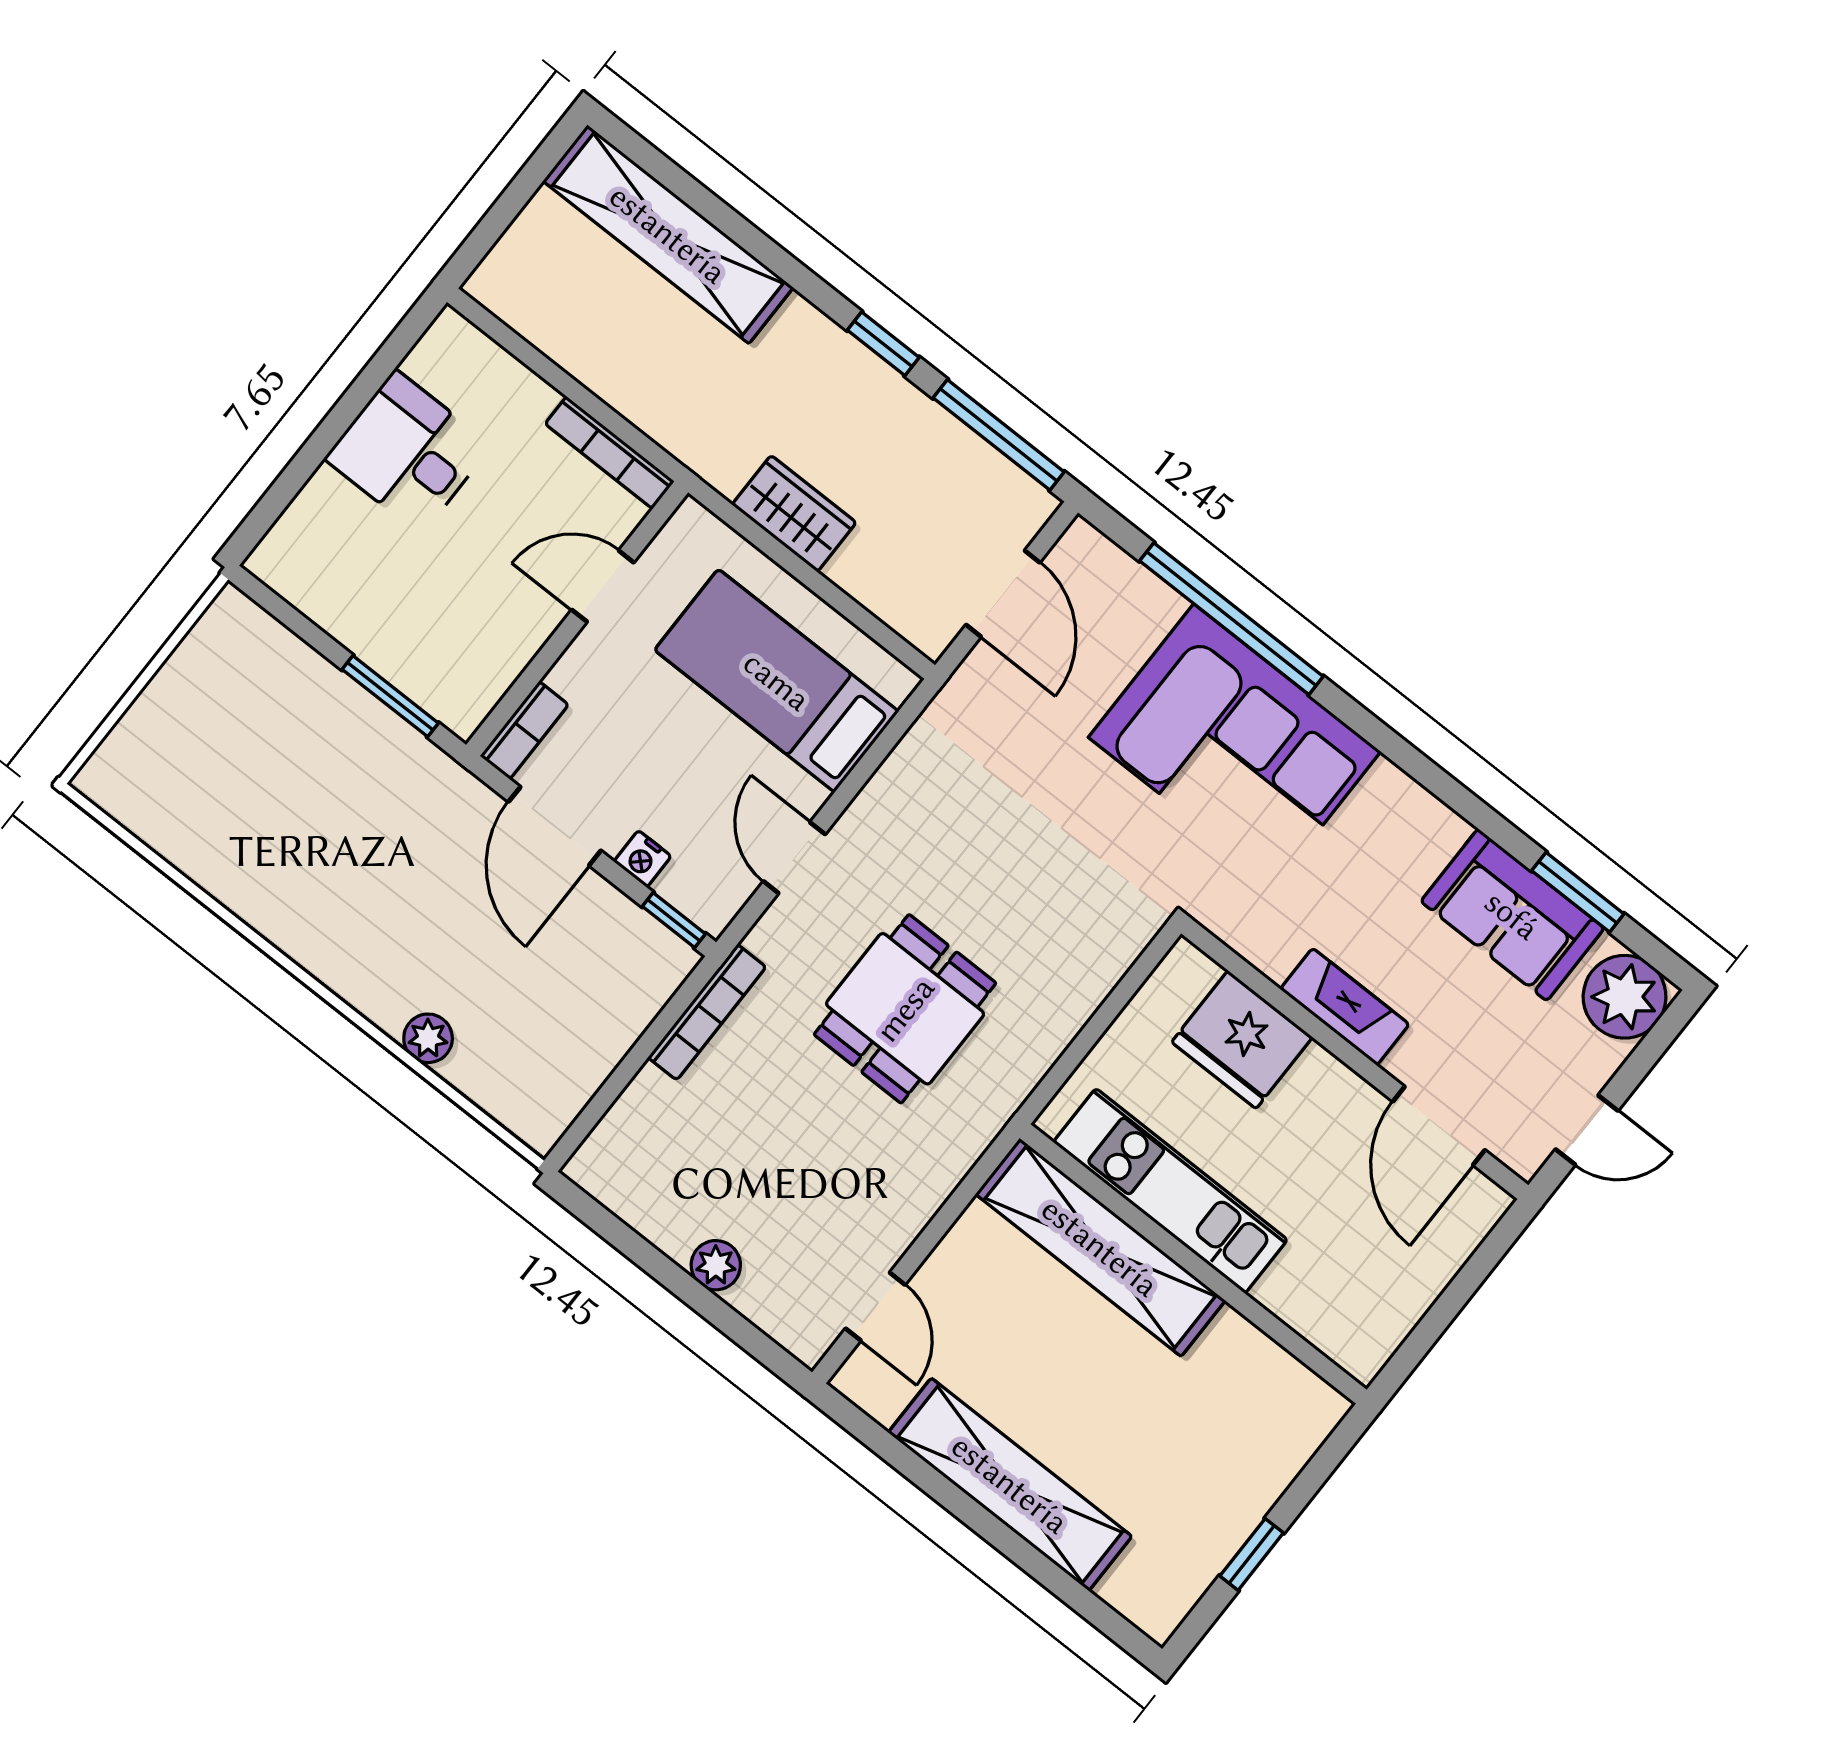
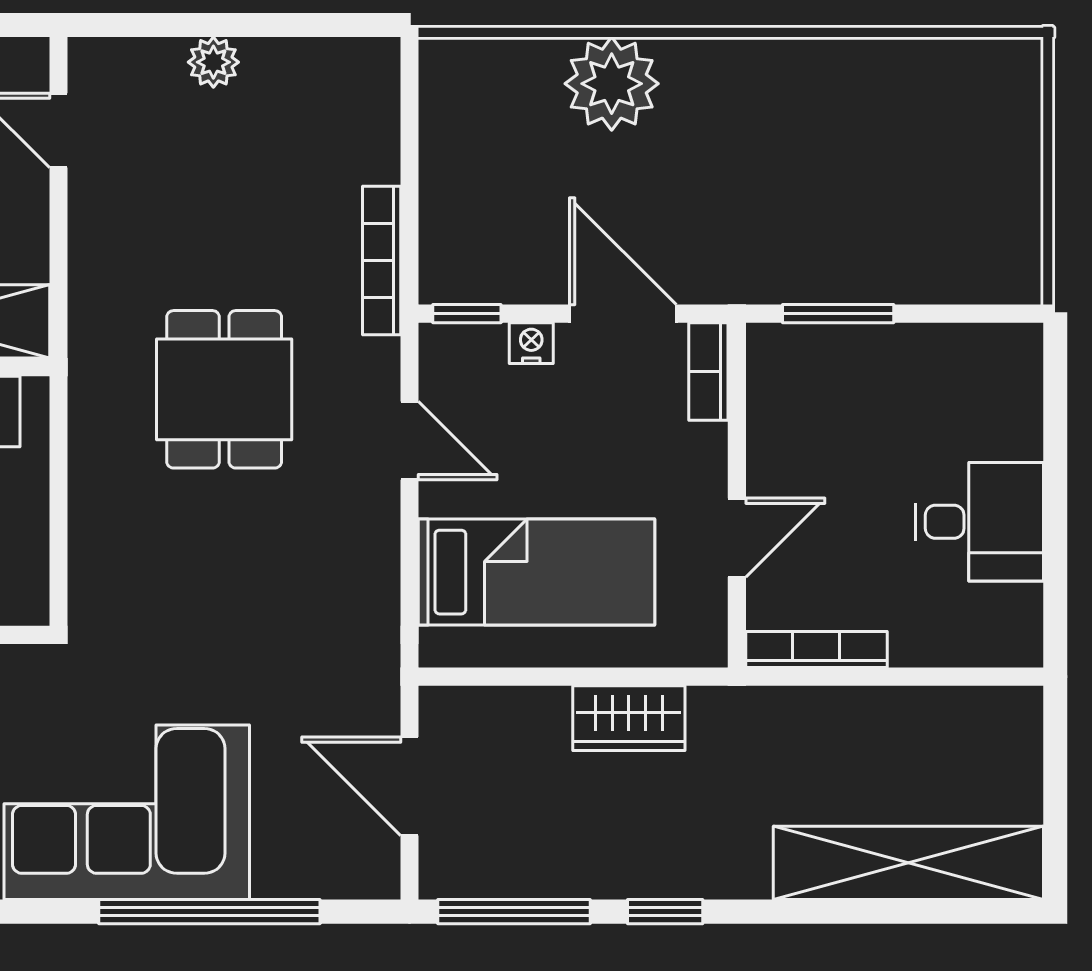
plant: (428, 1038) -> (612, 84), width x1.88, depth x1.88

